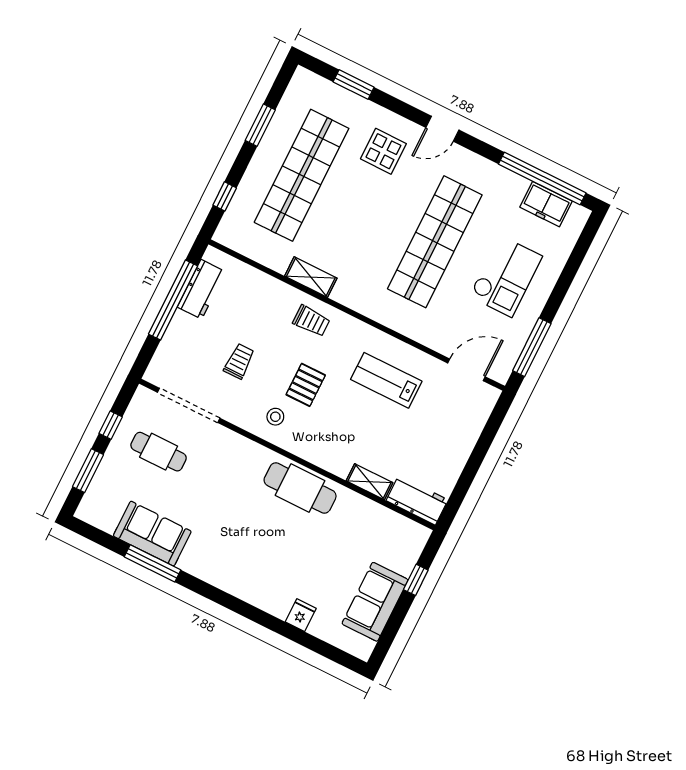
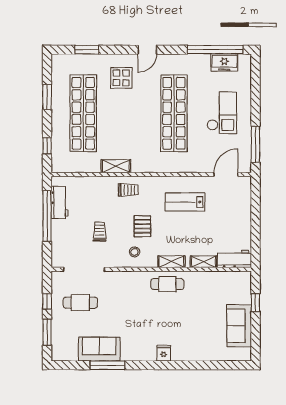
shelving: (323, 458) -> (171, 262), added
cafe table: (300, 488) -> (167, 284), width x0.73, depth x0.74
fridge: (301, 615) -> (164, 353), moved

